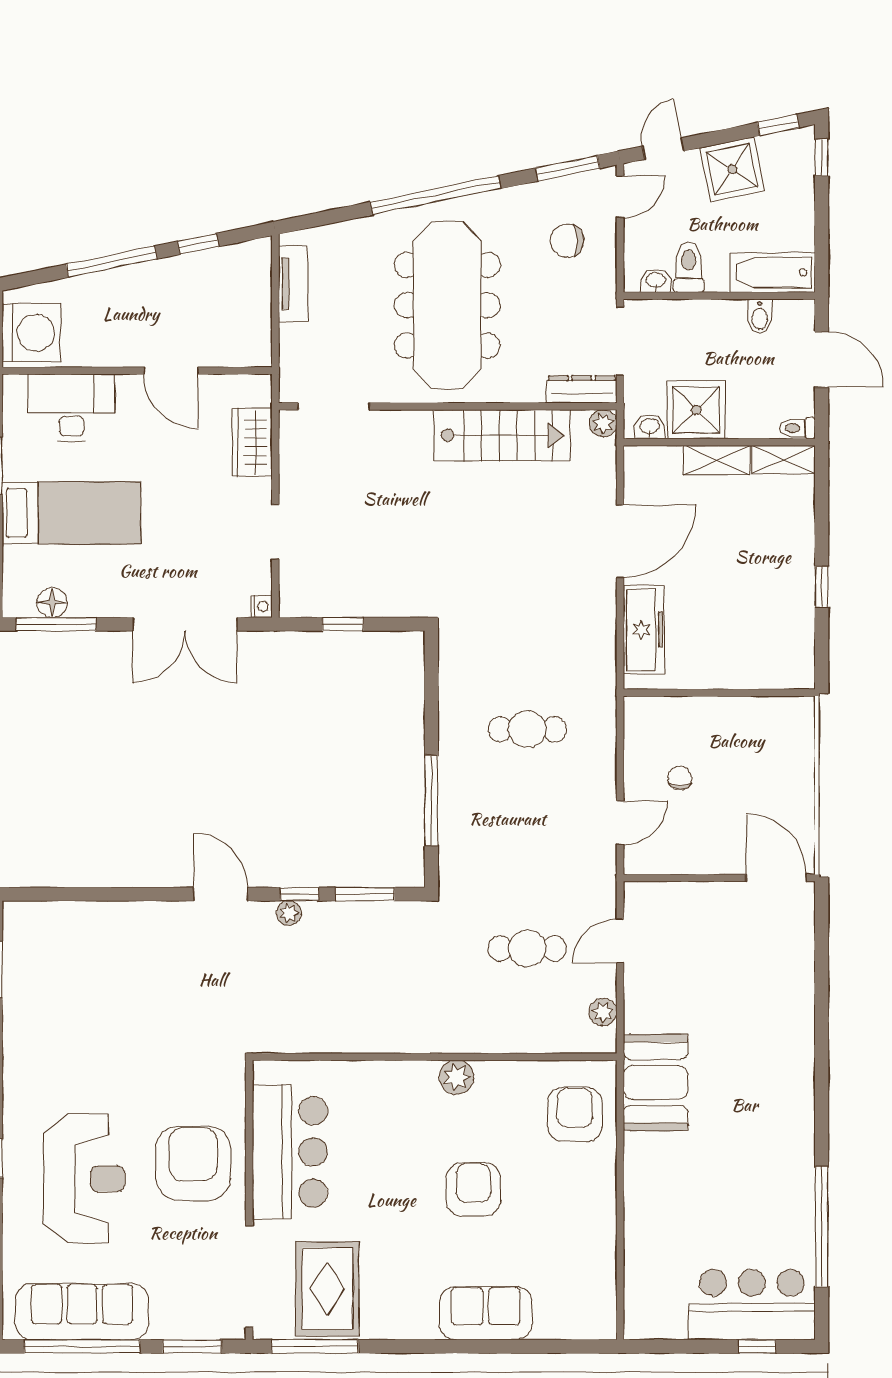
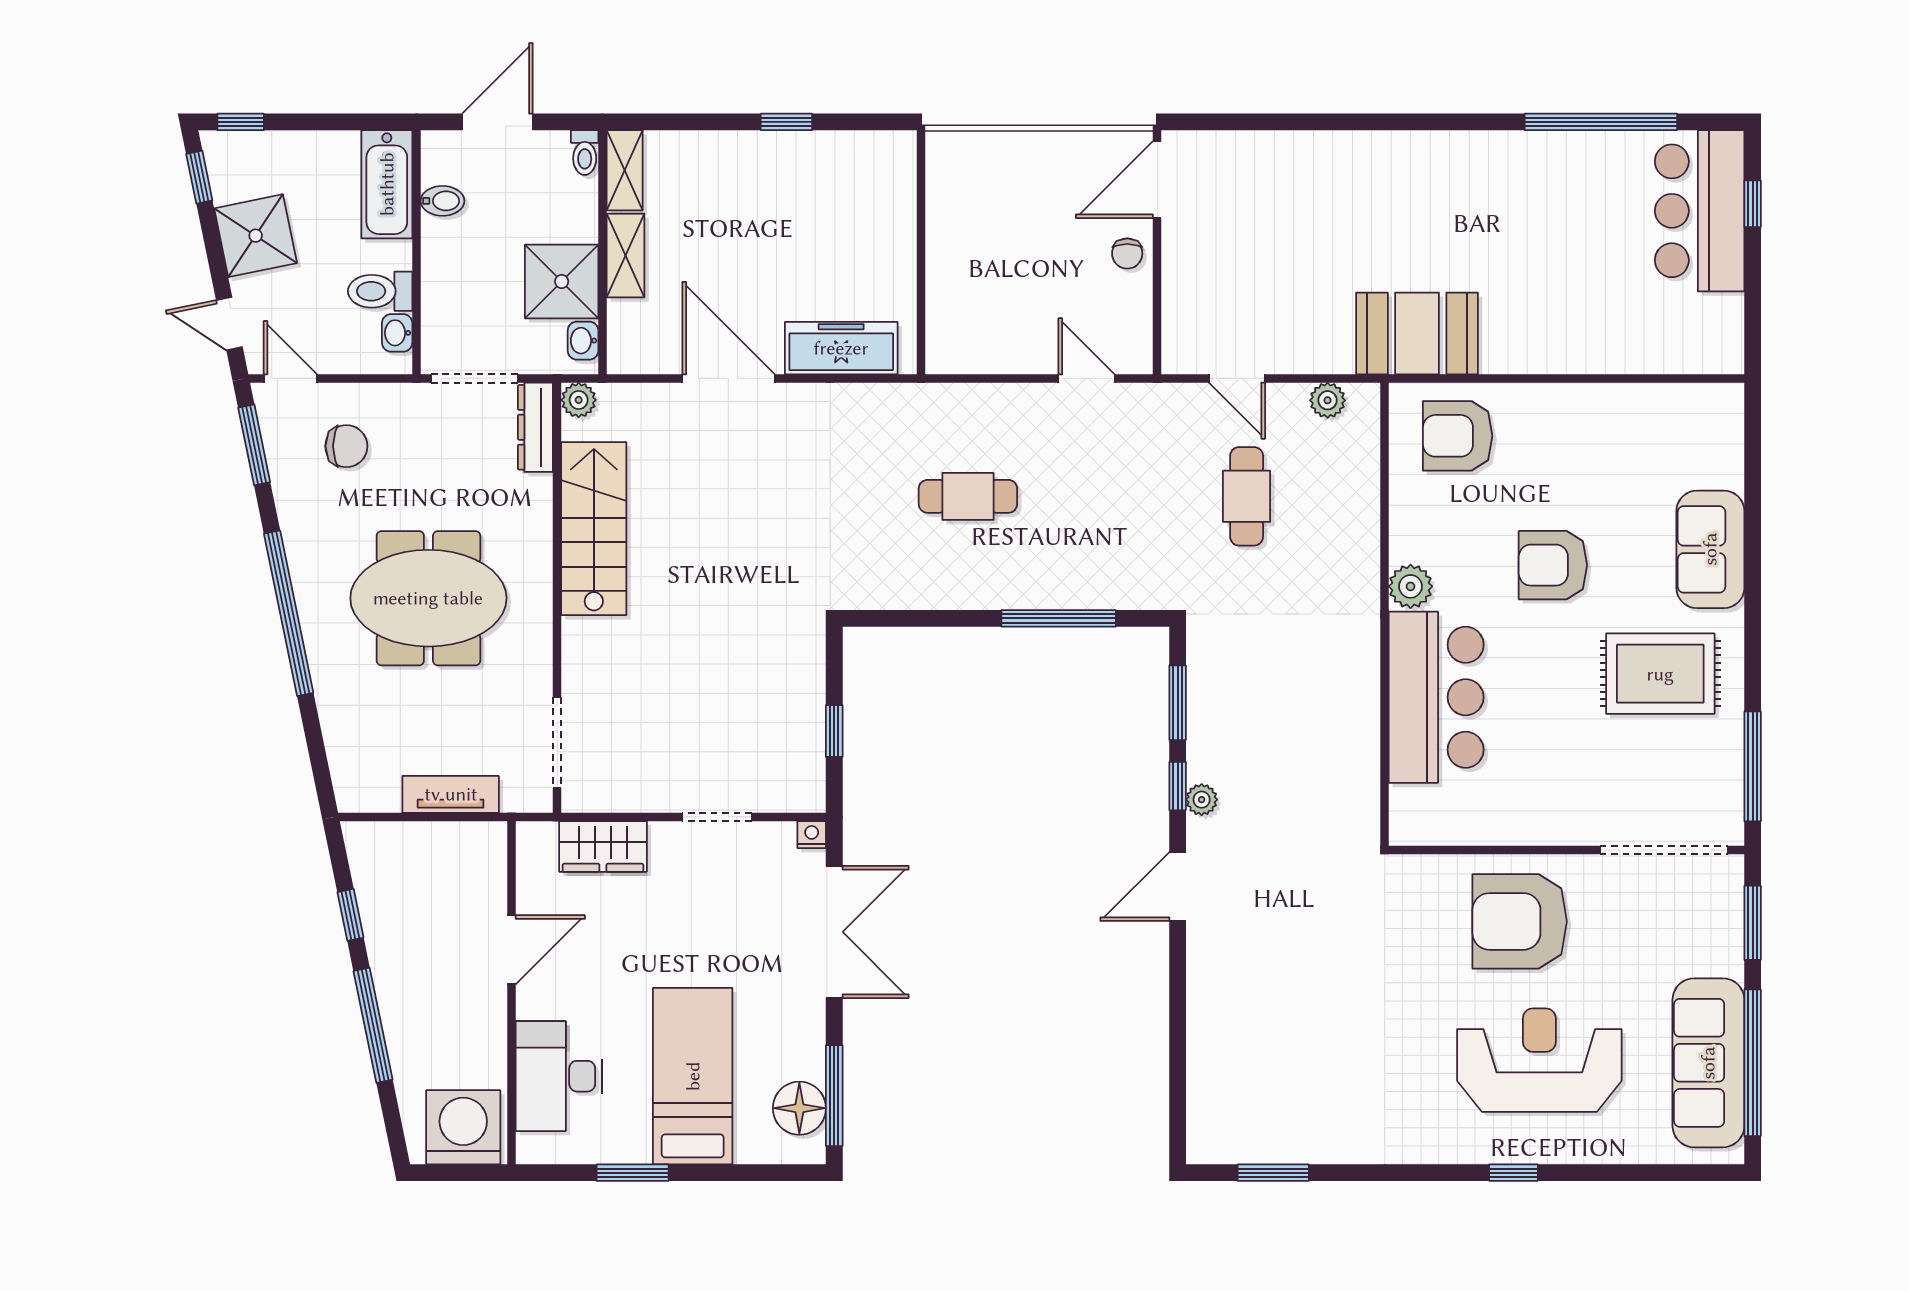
chair: (567, 241) -> (346, 446), turned -90
tv unit: (293, 284) -> (451, 794), moved
meeting table: (447, 305) -> (428, 598), width x0.73
floor lamp: (52, 603) -> (799, 1108), width x1.38, depth x1.38
cafe table: (527, 729) -> (968, 496), turned 90
chair: (680, 778) -> (1127, 254), moved, turned -90
bar counter: (290, 1152) -> (1436, 697), moved, turned 90
rug: (327, 1289) -> (1660, 674), moved

